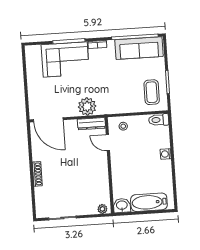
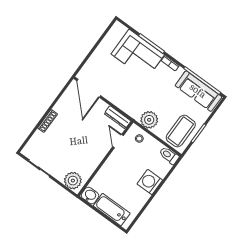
coffee table: (152, 92) -> (181, 131), width x1.36, depth x1.32
plant: (87, 107) -> (149, 120), moved
washing machine: (166, 154) -> (150, 182), width x1.89, depth x1.89
plant: (102, 209) -> (73, 181), width x1.88, depth x1.88

